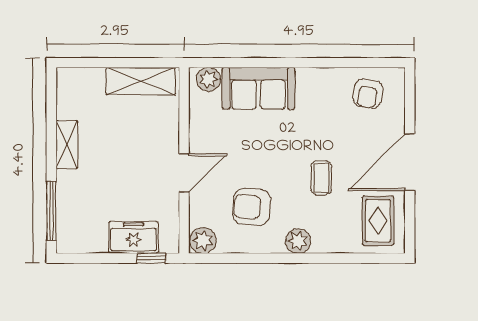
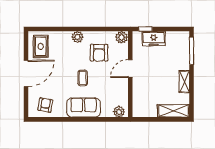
shelving: (141, 81) -> (173, 111), moved
sofa: (259, 88) -> (84, 108), moved
coffee table: (321, 178) -> (83, 78), moved
armchair: (252, 207) -> (99, 53), turned 85

